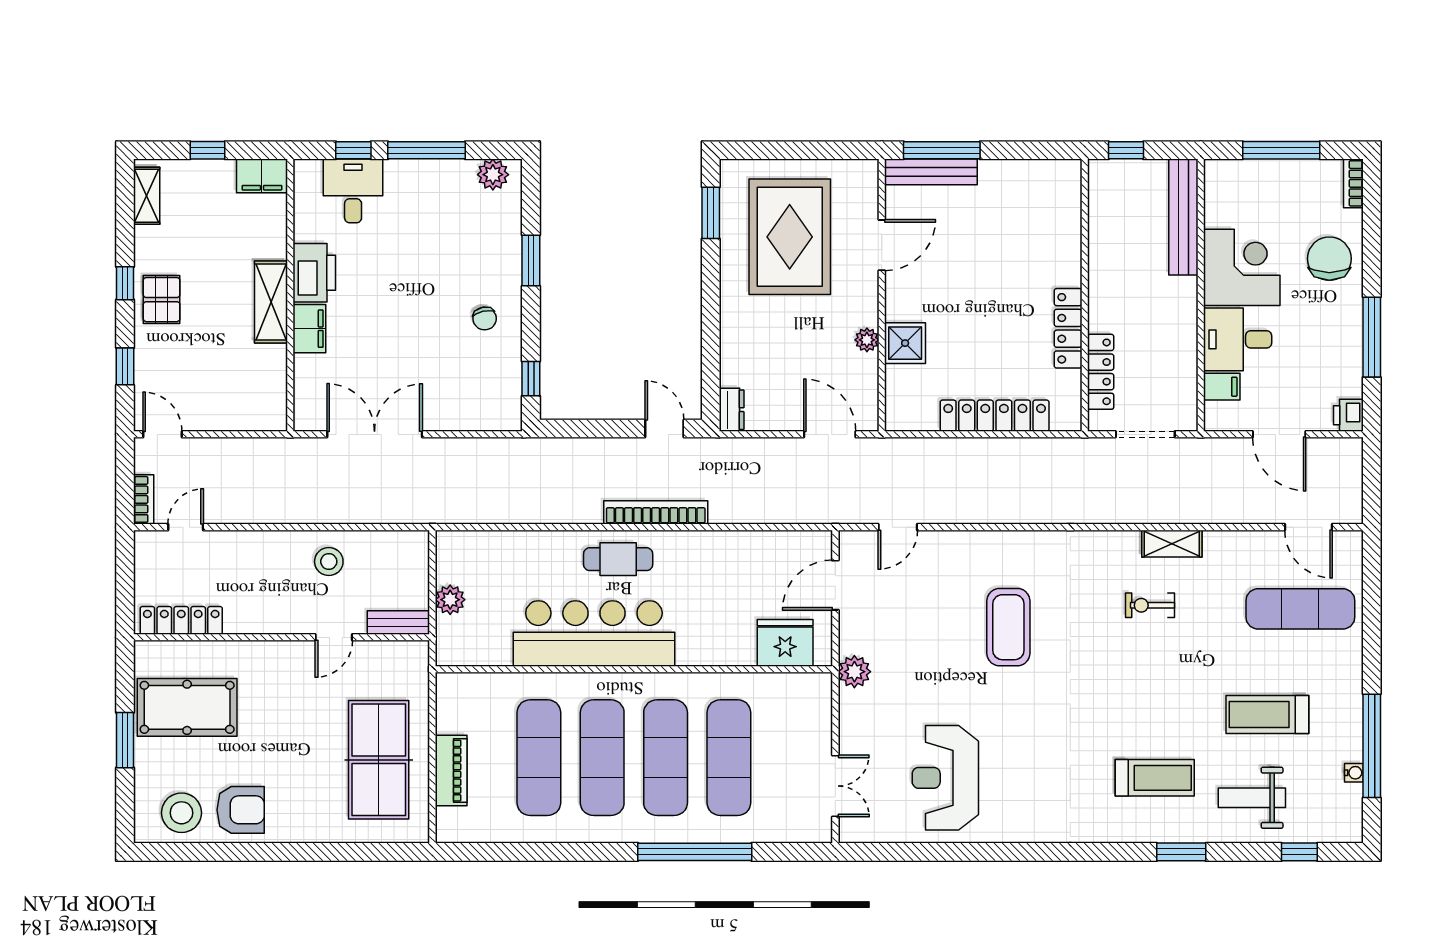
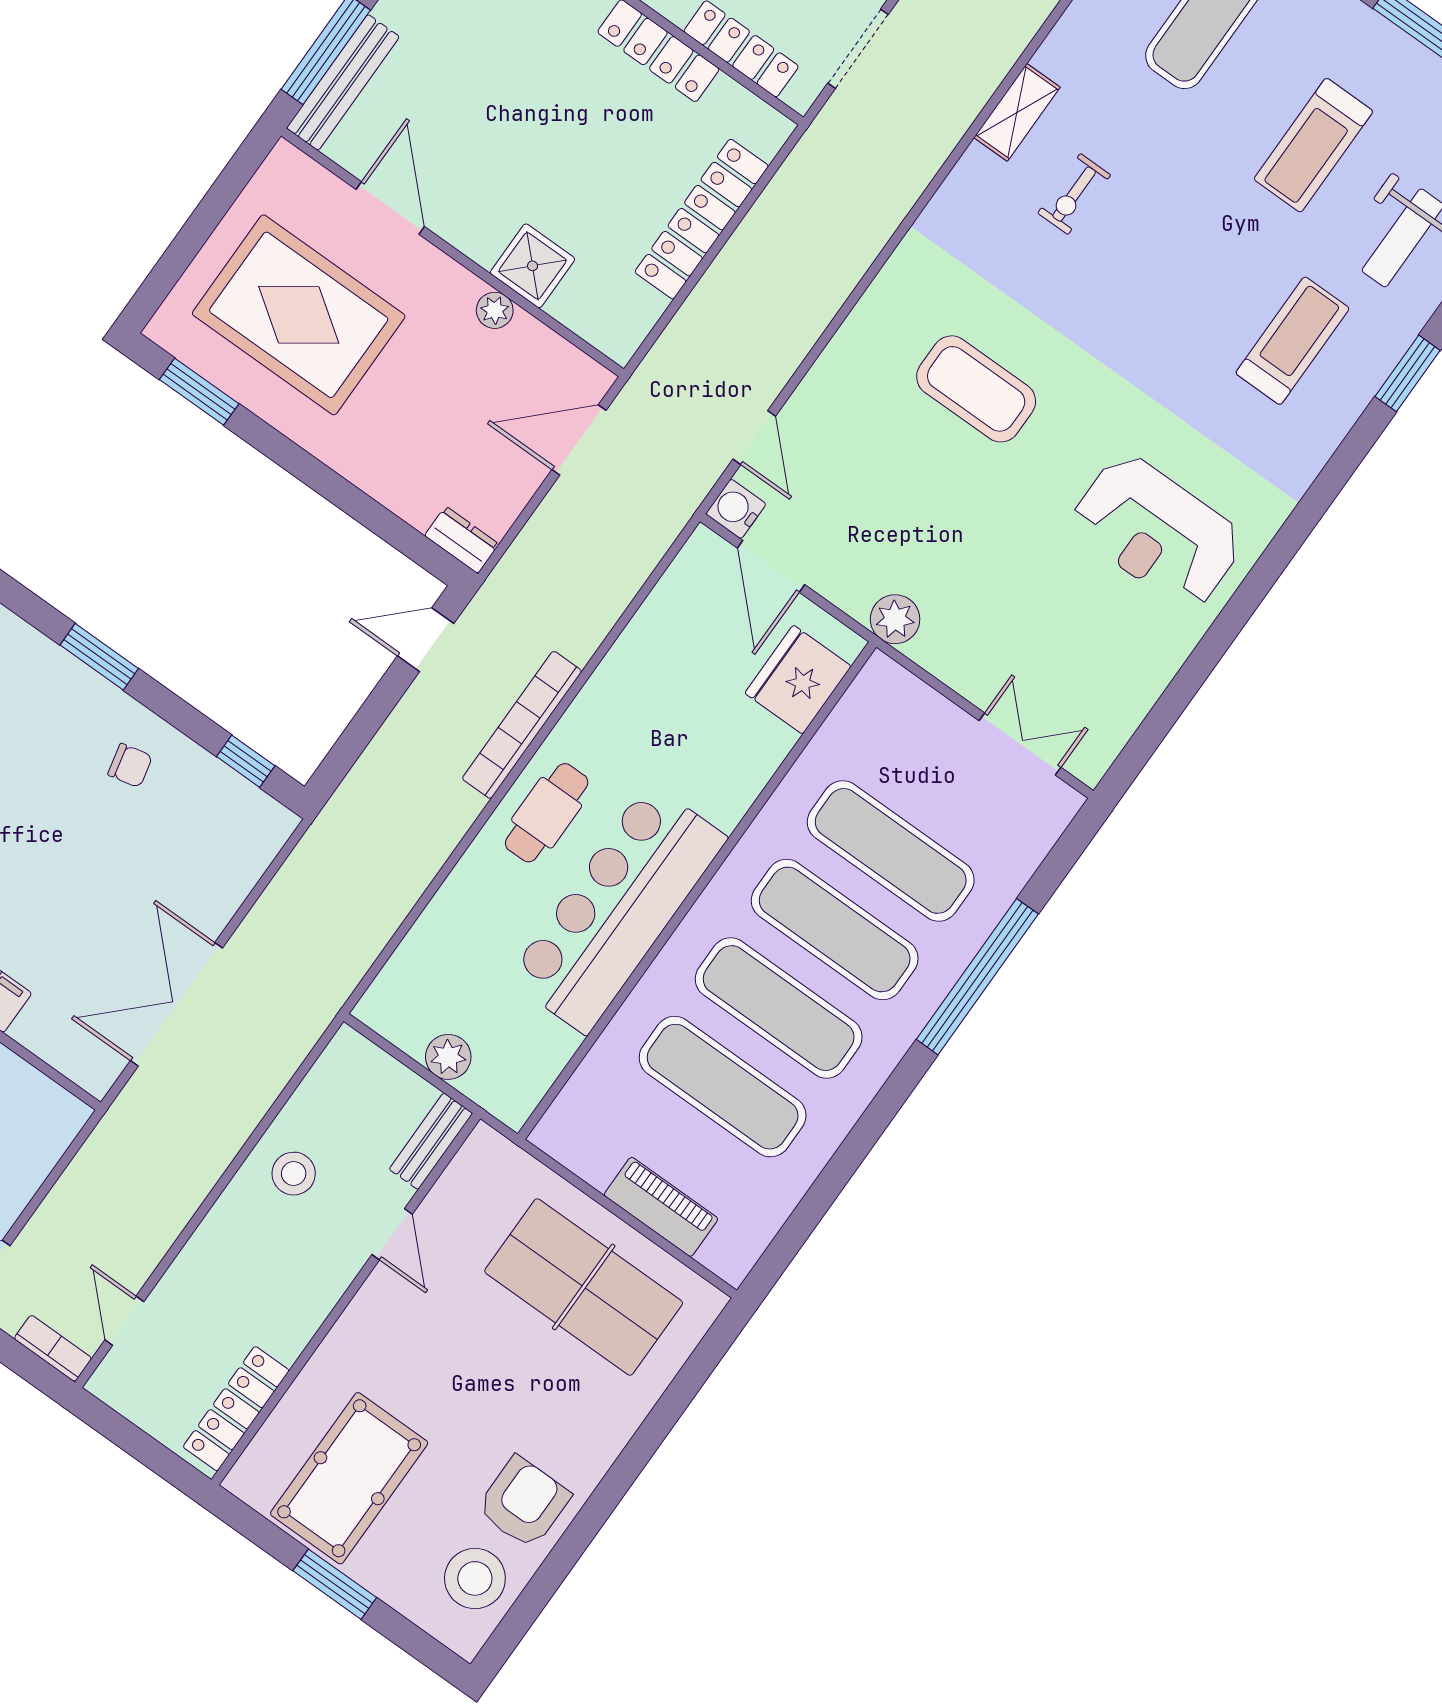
water cooler: (853, 544) -> (736, 509), added
reception desk: (945, 778) -> (1157, 532), moved

